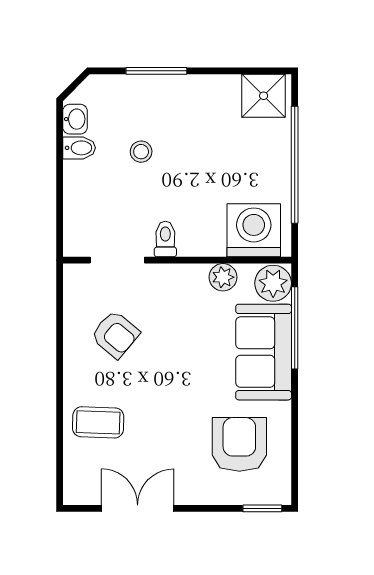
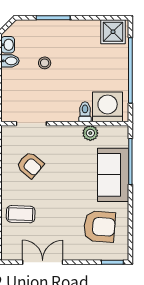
toilet: (165, 239) -> (85, 112), moved
plant: (273, 283) -> (118, 136), removed
armchair: (239, 444) -> (99, 226), turned 94

